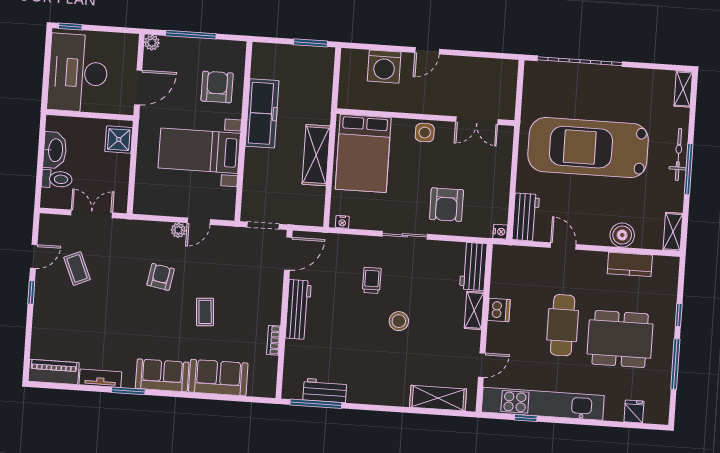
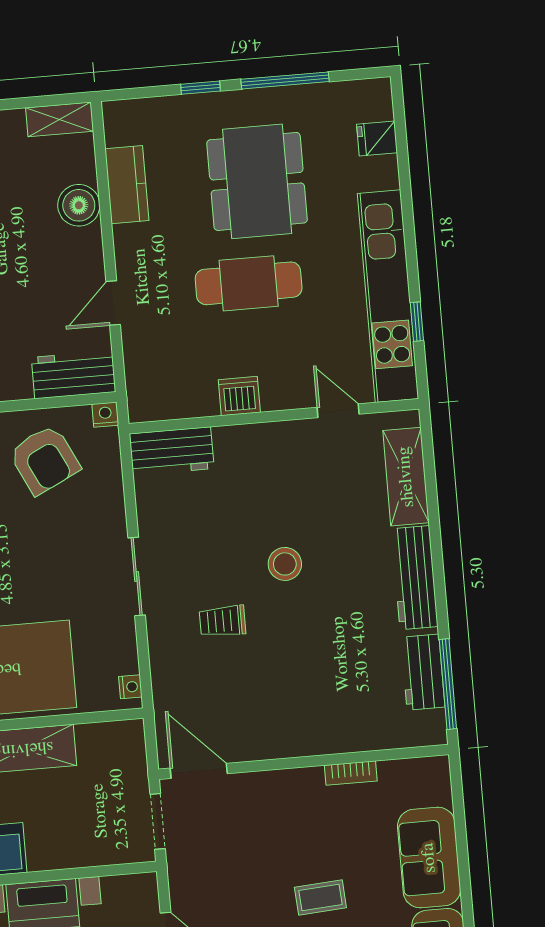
armchair: (446, 205) -> (45, 460), moved, turned 64
workbench: (298, 309) -> (415, 578), moved, turned -90
shelving: (474, 310) -> (247, 438), removed

